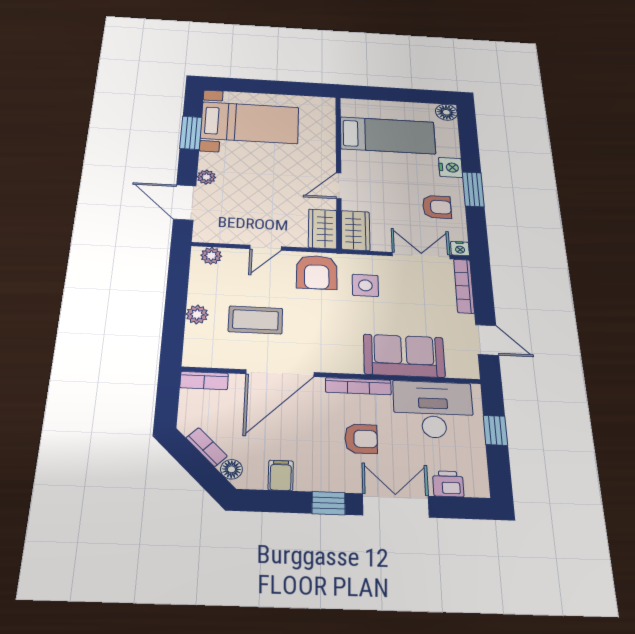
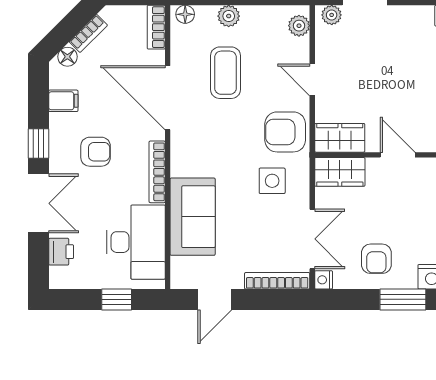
plant: (206, 177) -> (332, 15), moved
floor lamp: (192, 353) -> (185, 14), added
armchair: (361, 439) -> (96, 152), moved, turned -90

